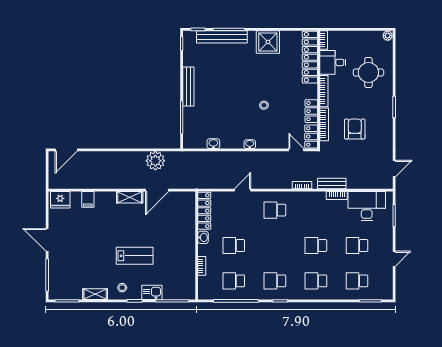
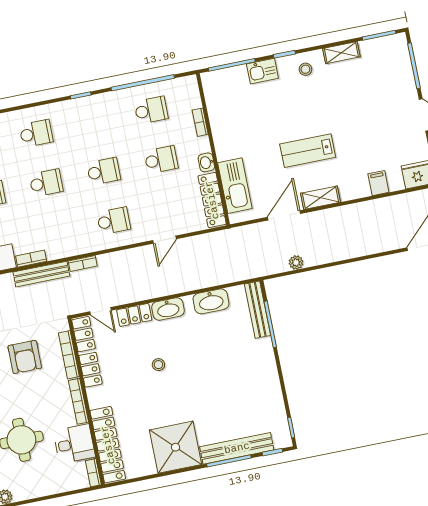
shower: (268, 42) -> (175, 447), width x1.37, depth x1.37
bench: (188, 87) -> (258, 310), moved
locker: (274, 143) -> (134, 315), added
washbasin: (213, 144) -> (211, 301), width x1.91, depth x1.45
washbasin: (250, 144) -> (168, 309), width x1.91, depth x1.45
plant: (155, 161) -> (296, 262), width x0.53, depth x0.53
bench: (332, 184) -> (41, 274), width x1.36
kitchen sink: (187, 217) -> (235, 186), added
lab bench: (135, 256) -> (308, 151), moved
school desk: (275, 281) -> (104, 171), moved

